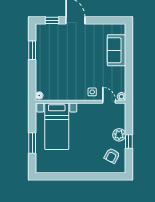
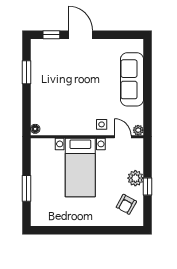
sofa: (116, 50) -> (132, 79), width x1.36
bed with nightstands: (57, 126) -> (80, 167), moved

